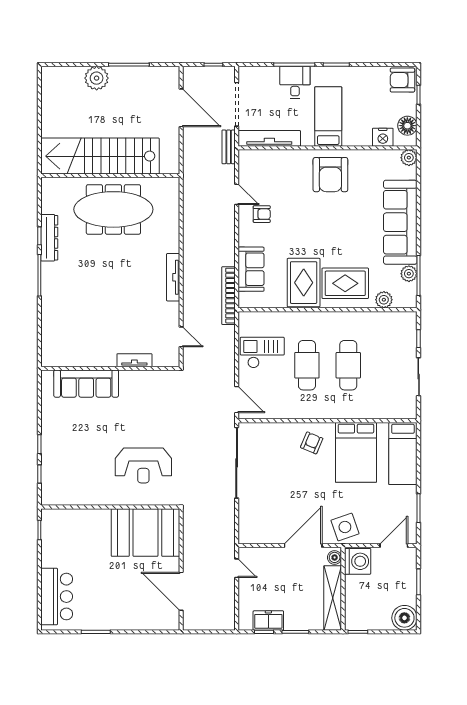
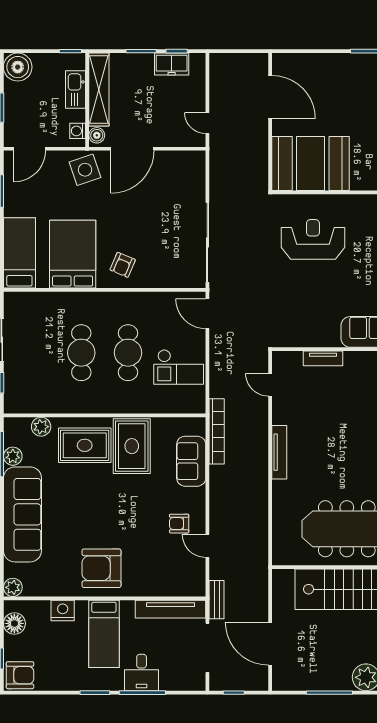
nightstand: (383, 137) -> (63, 610), moved
armchair: (330, 175) -> (101, 568), turned -90
washing machine: (358, 561) -> (78, 131), width x0.53, depth x0.53
kitchen sink: (353, 598) -> (76, 89), added

